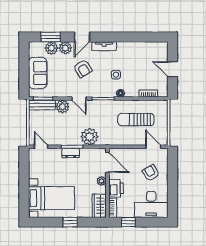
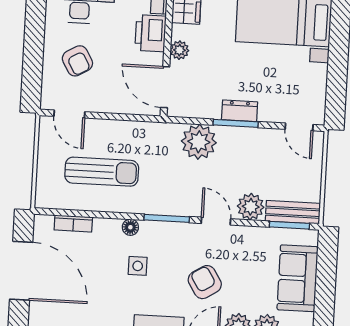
door: (172, 69) -> (21, 271), width x1.88

